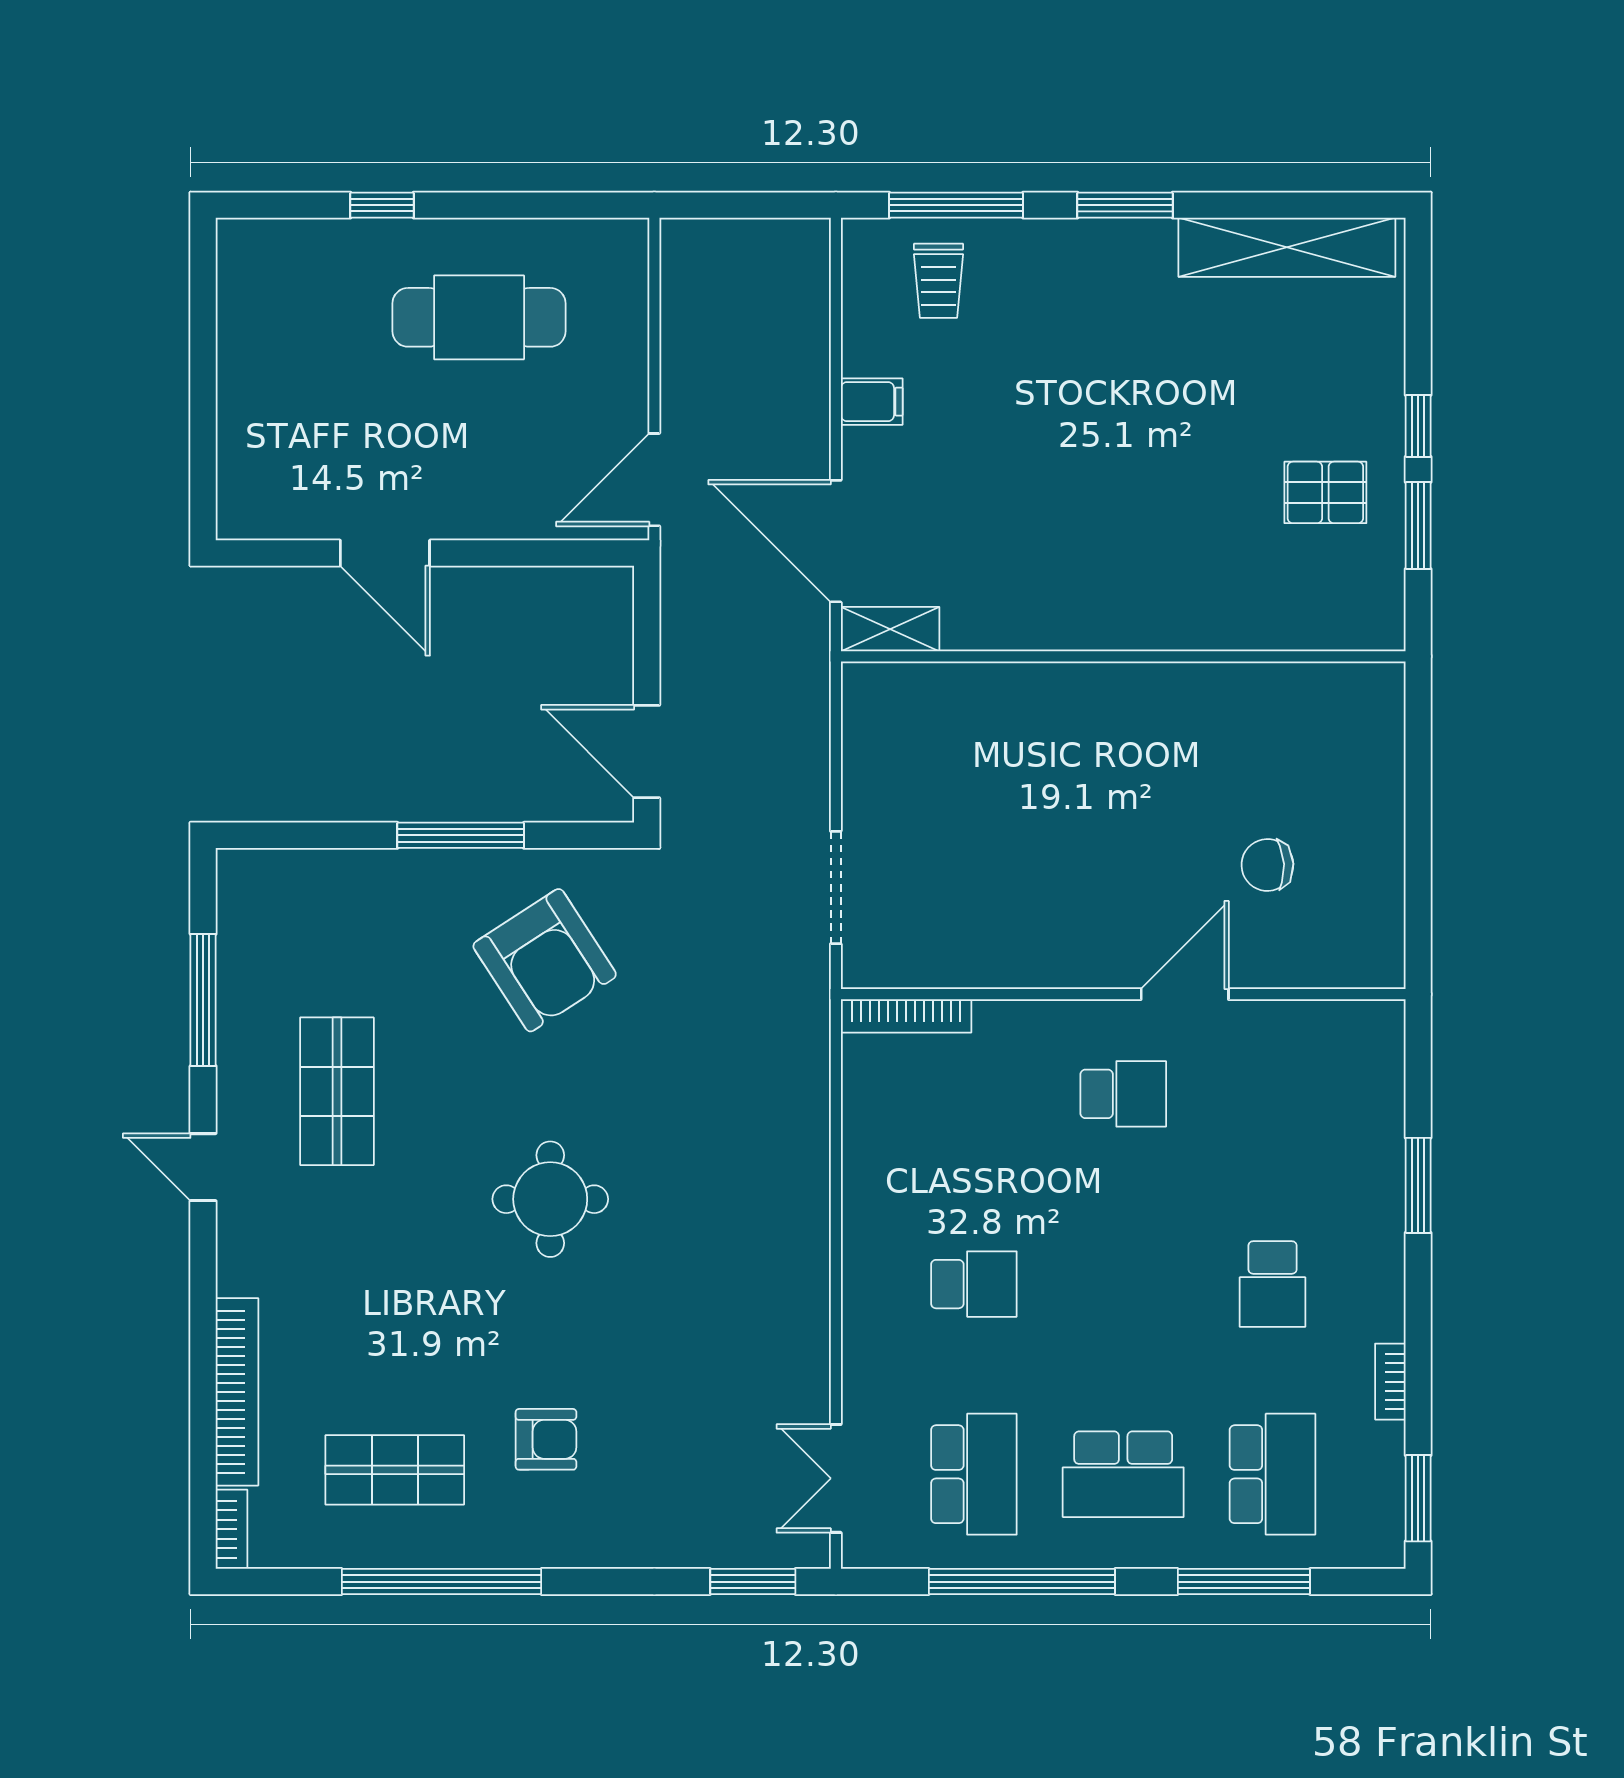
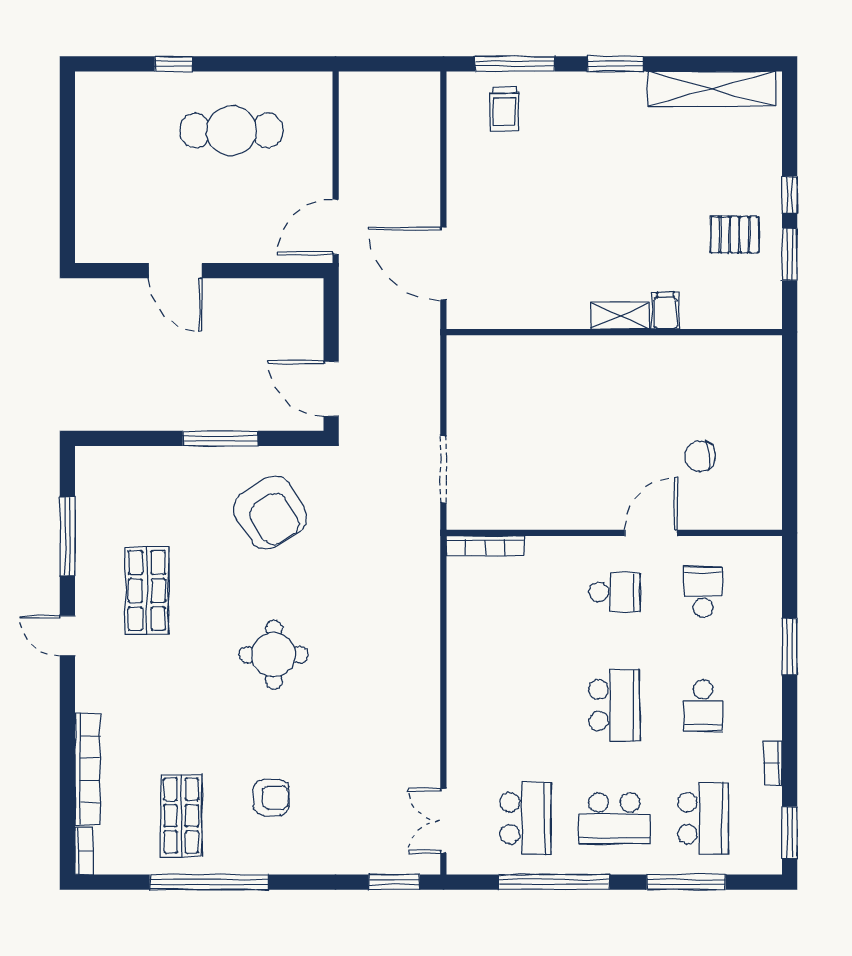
filing cabinet: (872, 402) -> (665, 311), moved, turned -90
shelving: (890, 629) -> (620, 316), moved
school desk: (1273, 1094) -> (703, 592), added
school desk: (974, 1284) -> (614, 705), moved, width x1.85
shop shelf: (395, 1470) -> (181, 816), turned 90

